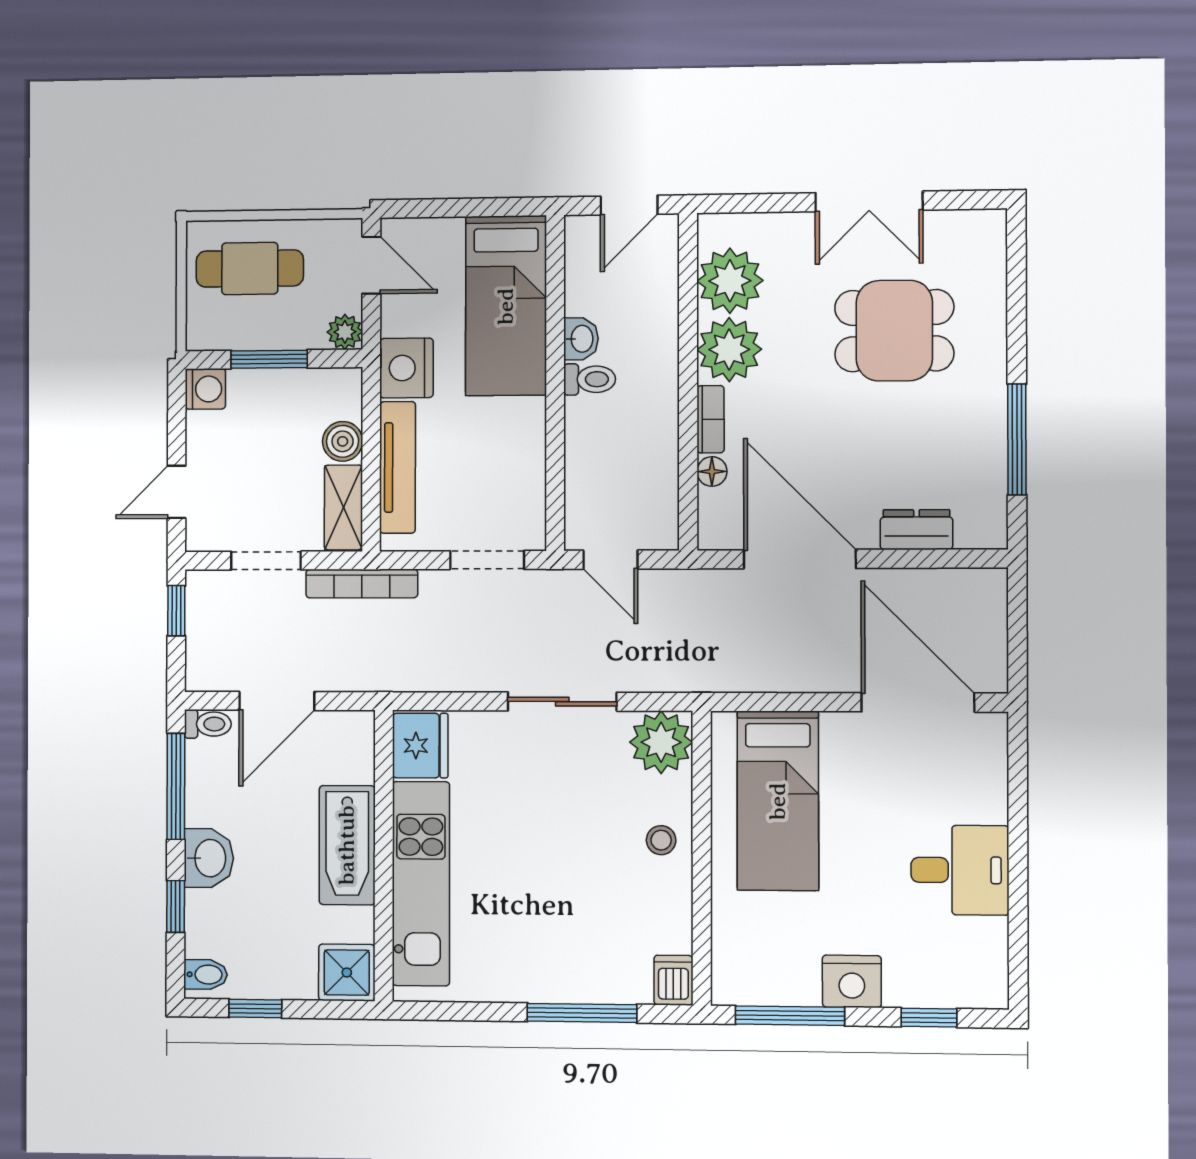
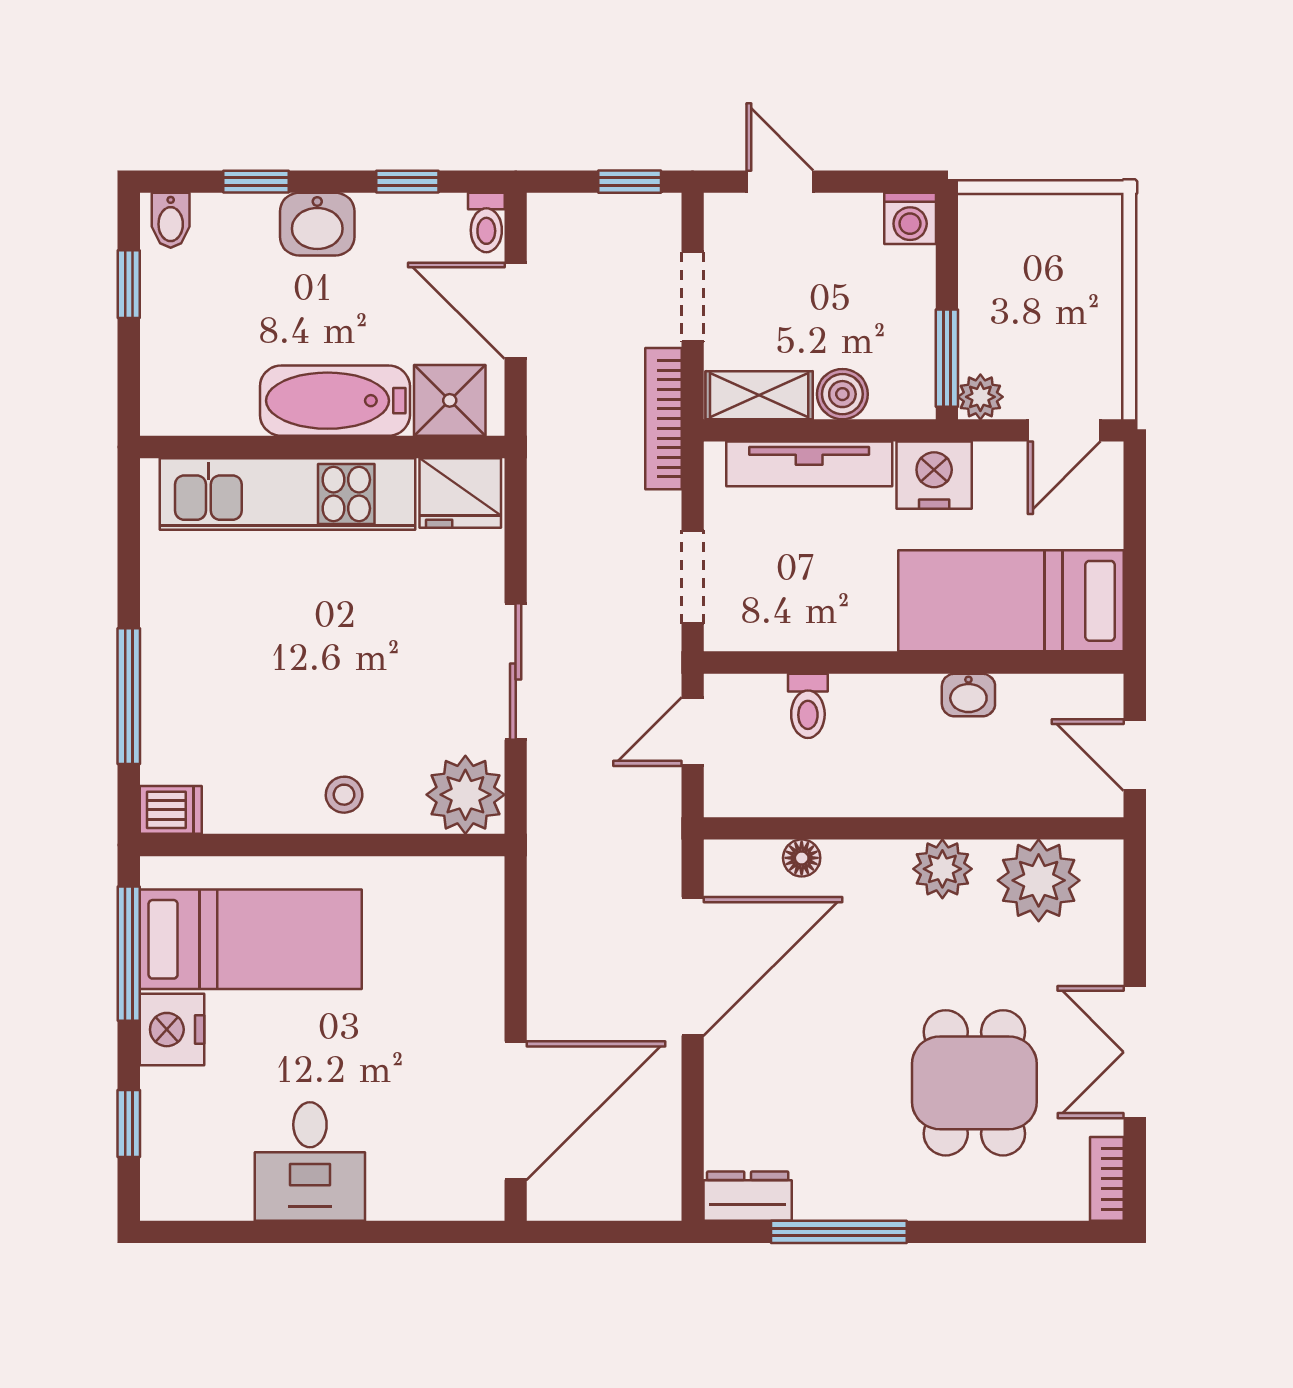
cafe table: (250, 269) -> (1062, 275), removed
plant: (729, 350) -> (942, 869), width x0.73, depth x0.73
window: (269, 359) -> (947, 358), moved
toilet: (590, 379) -> (808, 706), moved
bookcase: (710, 419) -> (1107, 1179), moved, turned 90
dresser: (916, 530) -> (748, 1196), moved, turned -90
window: (176, 786) -> (407, 182), width x0.46
bed: (778, 801) -> (251, 939), moved, turned 180
shower: (347, 973) -> (450, 400), moved

